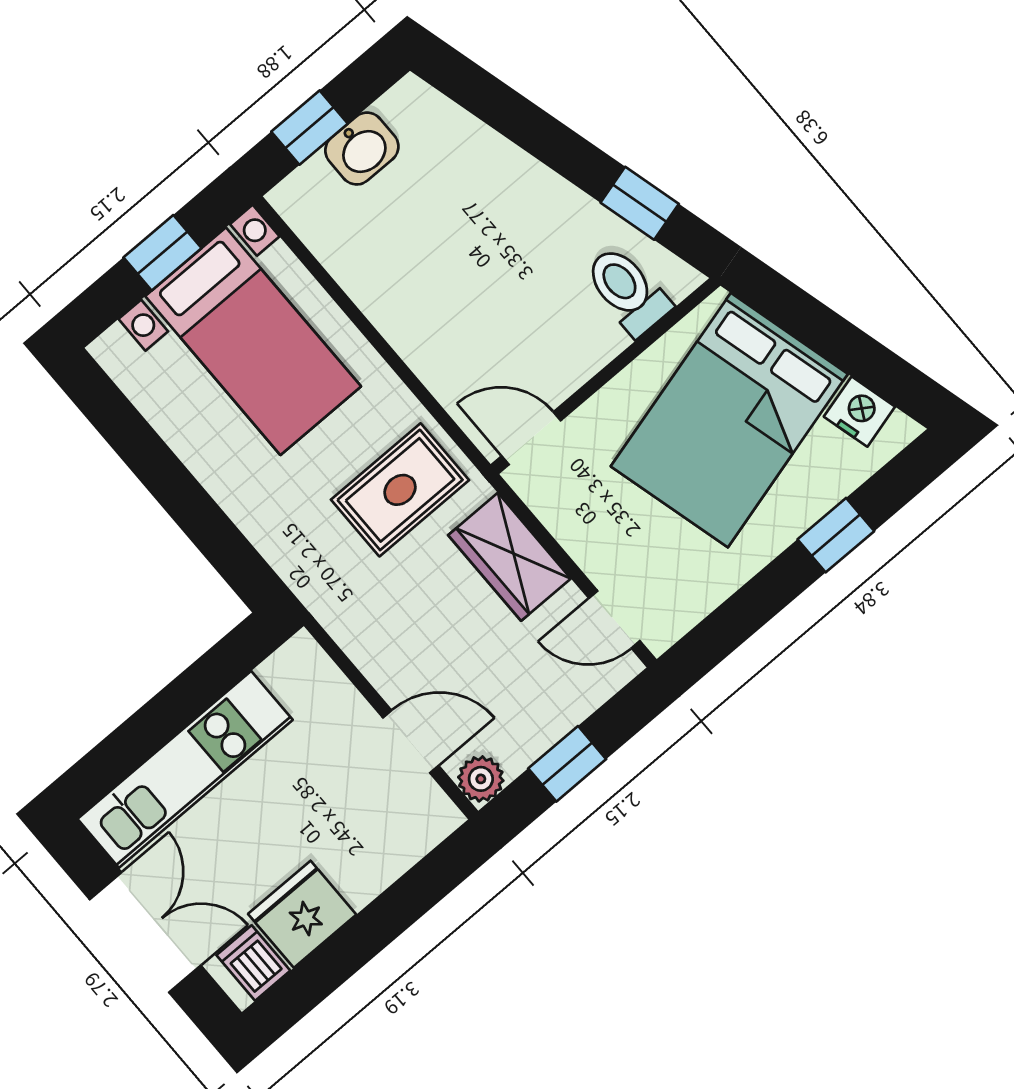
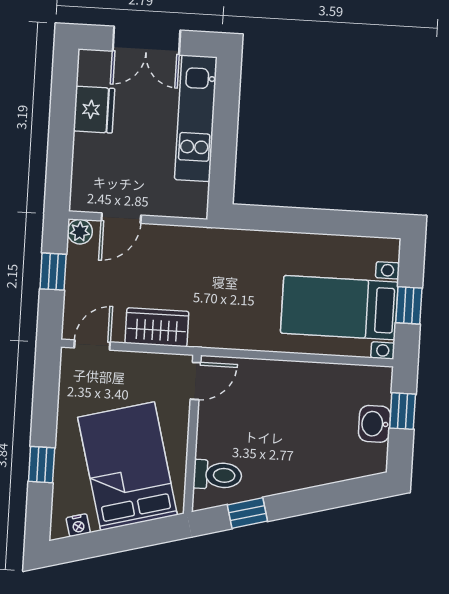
nightstand: (859, 412) -> (78, 525), width x0.72, depth x0.74
rug: (400, 490) -> (225, 309), removed
dishwasher: (253, 963) -> (93, 72), removed

